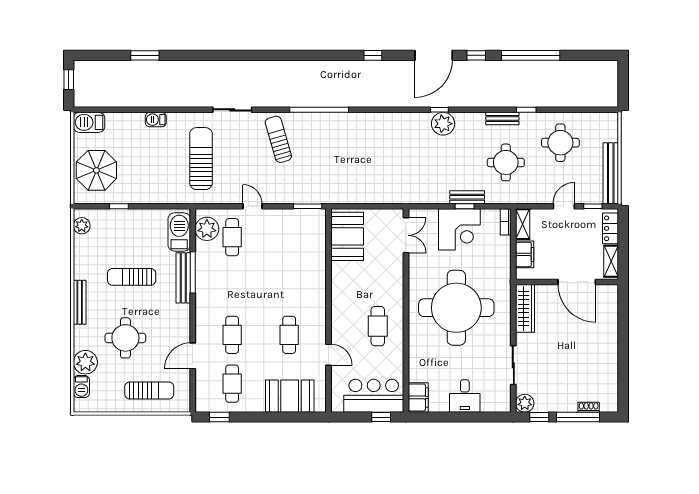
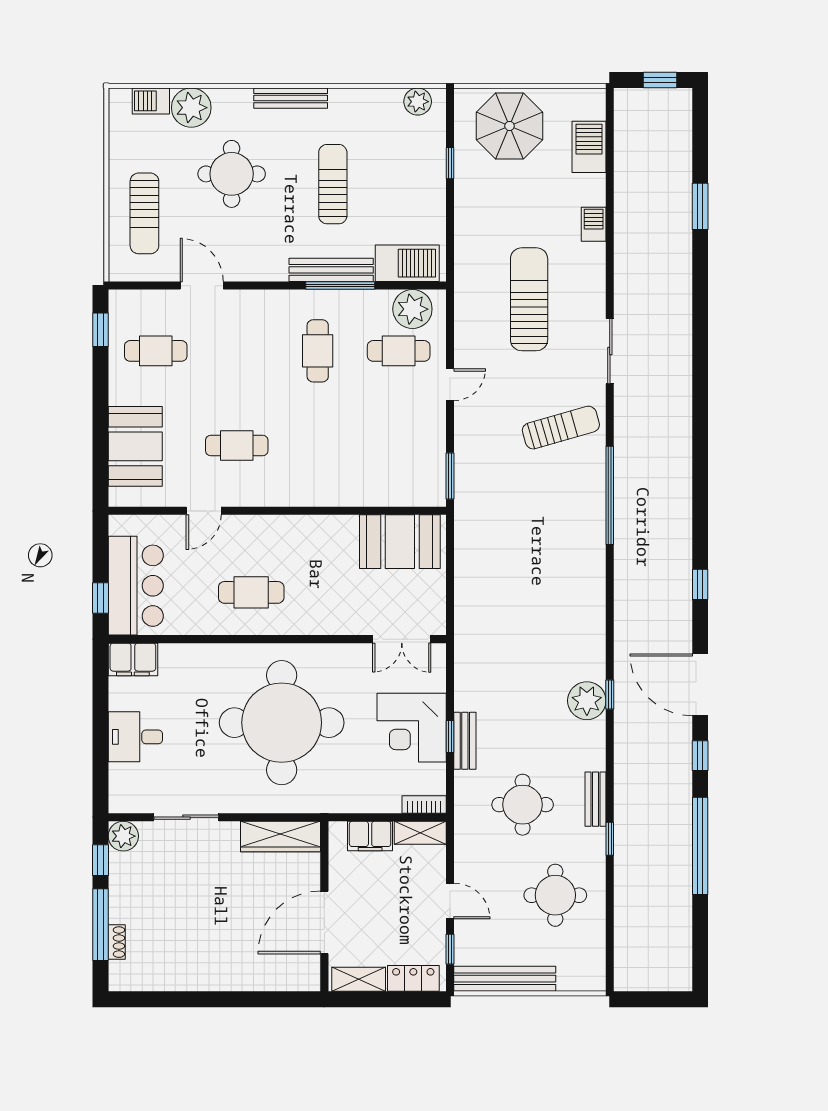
barbecue: (89, 122) -> (589, 147), moved
sun lounger: (201, 159) -> (529, 299), turned -90
cafe table: (232, 335) -> (318, 351), moved, turned 90

